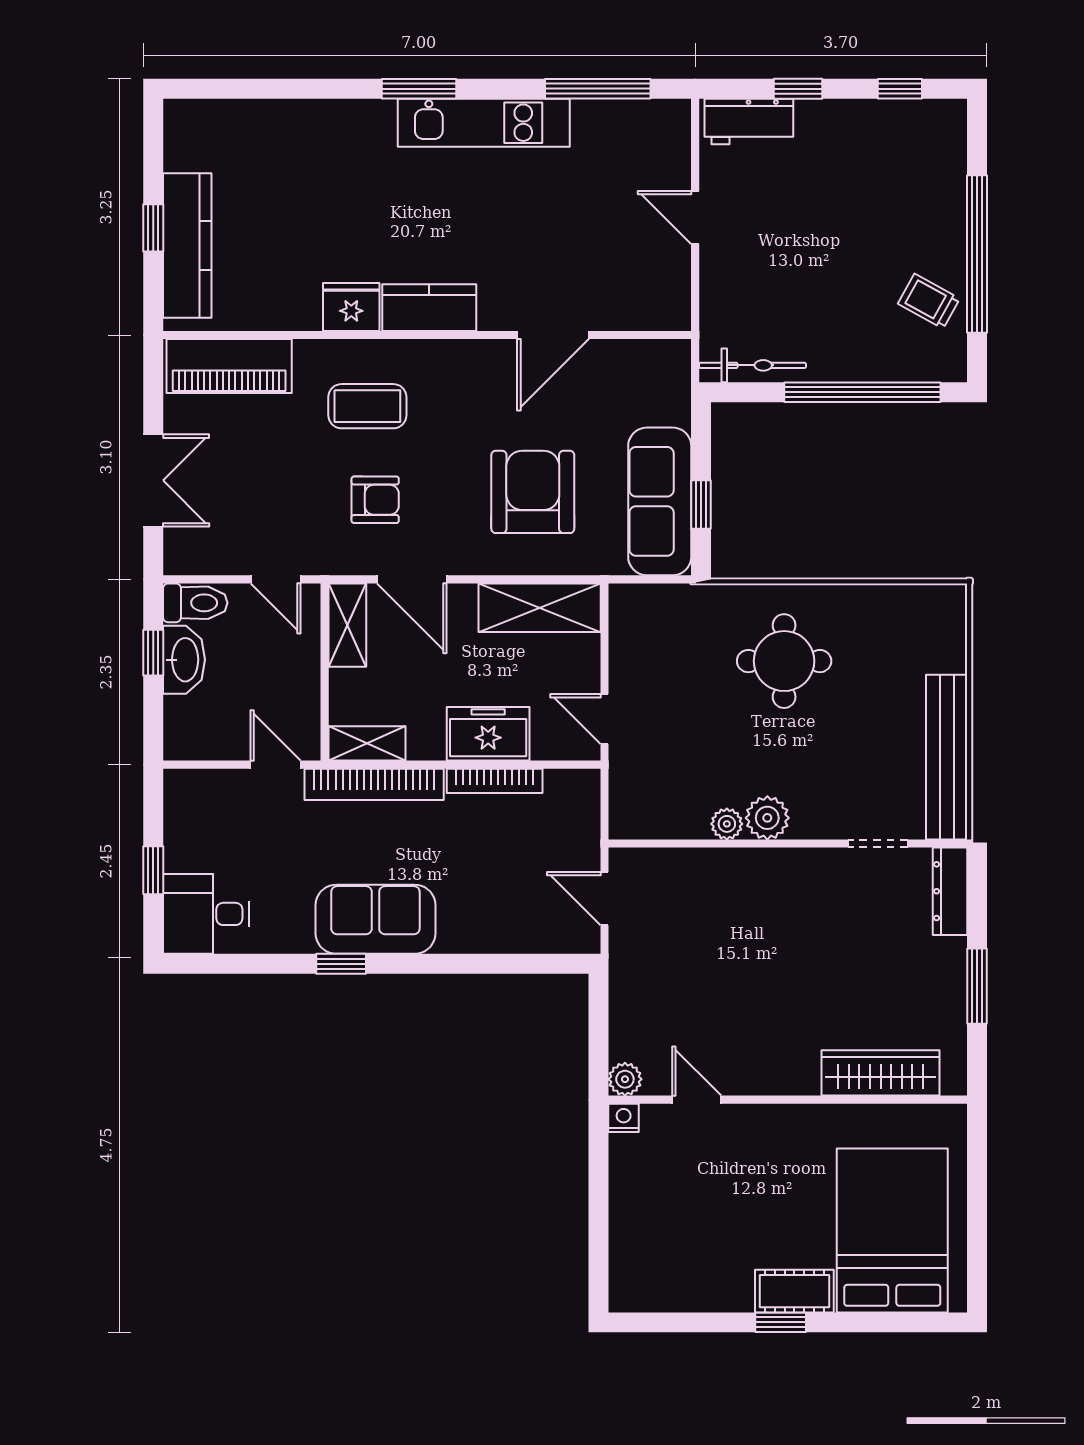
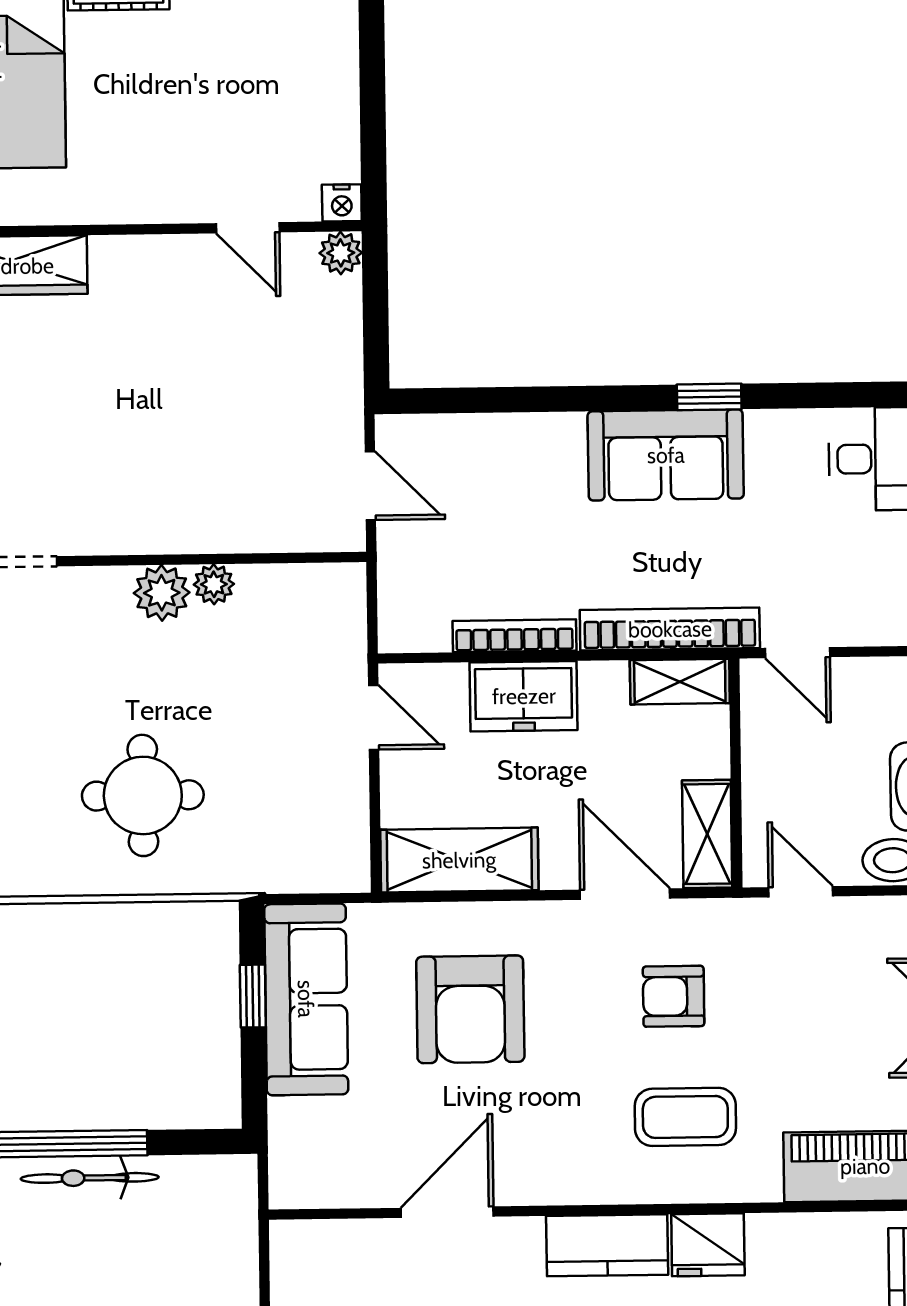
bicycle: (752, 365) -> (90, 1178), moved

